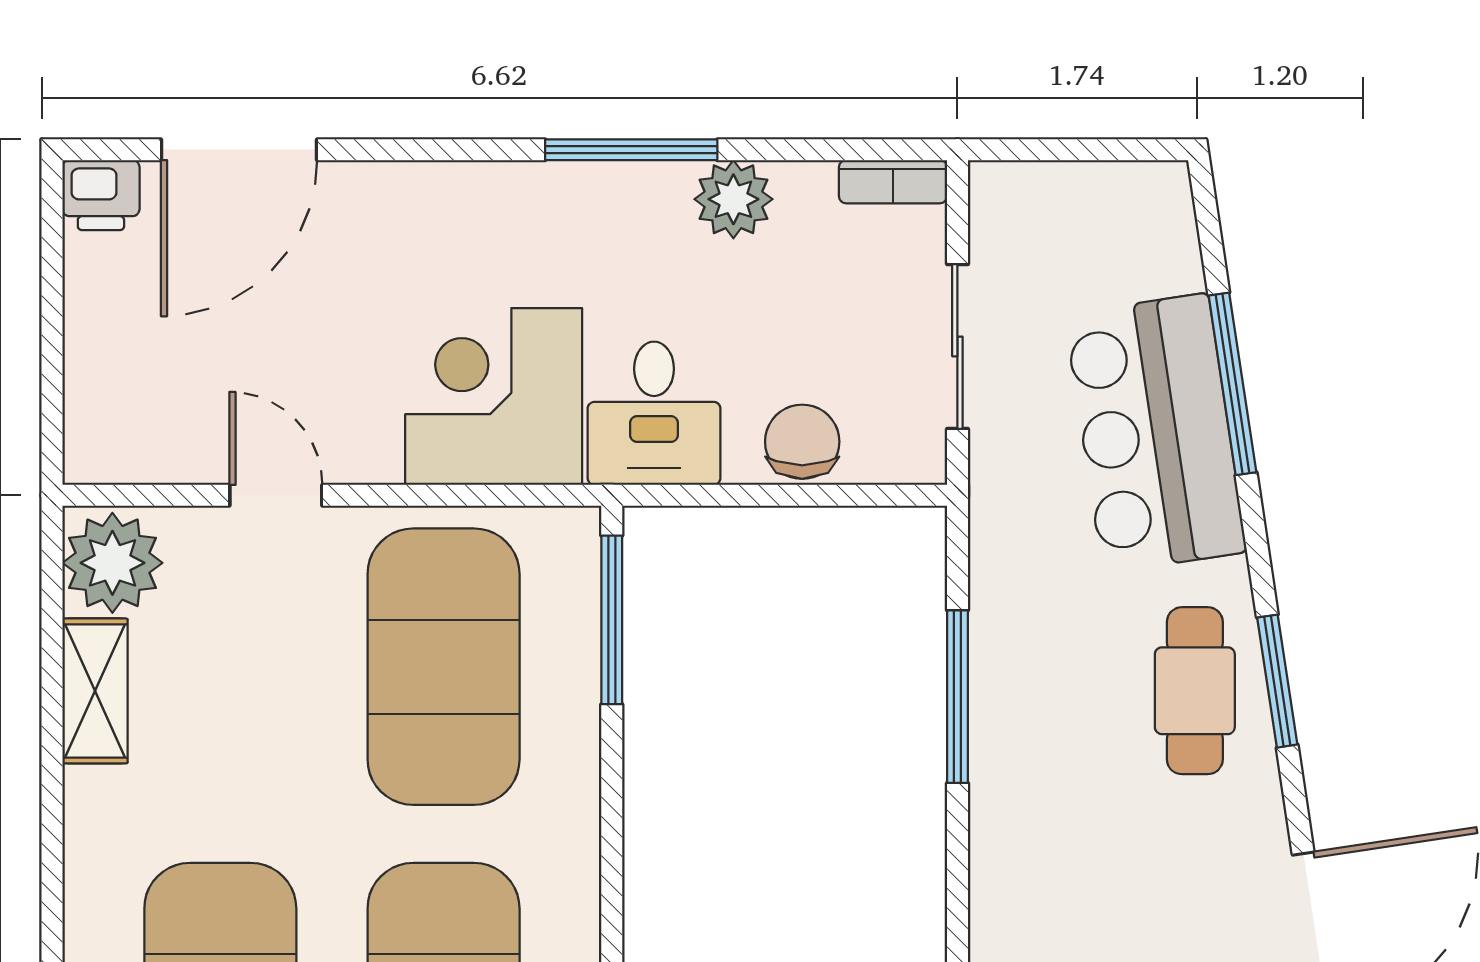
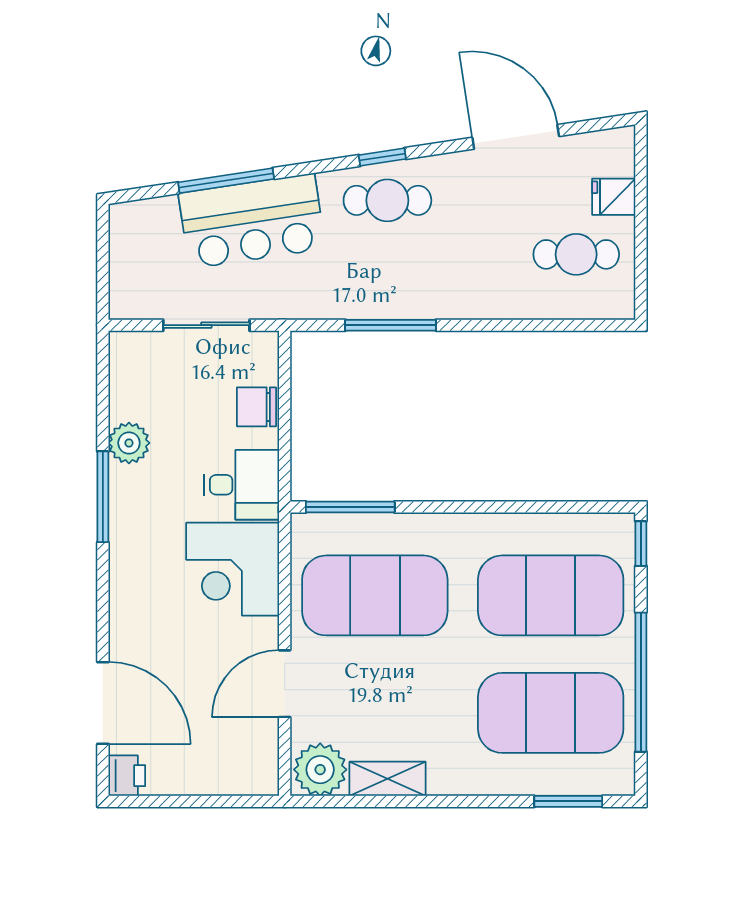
bookcase: (893, 182) -> (120, 359), removed
door: (276, 495) -> (285, 684), width x1.38
window: (1277, 681) -> (382, 157), width x0.67

